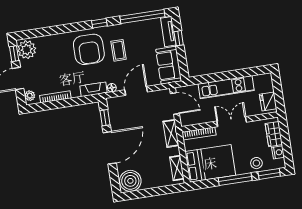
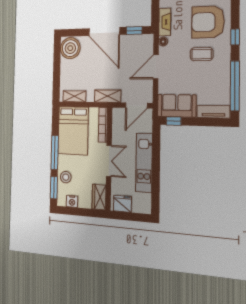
window: (179, 38) -> (174, 121), moved
door: (136, 91) -> (156, 67), swing flipped
wardrobe: (274, 134) -> (99, 197), moved, turned -90

